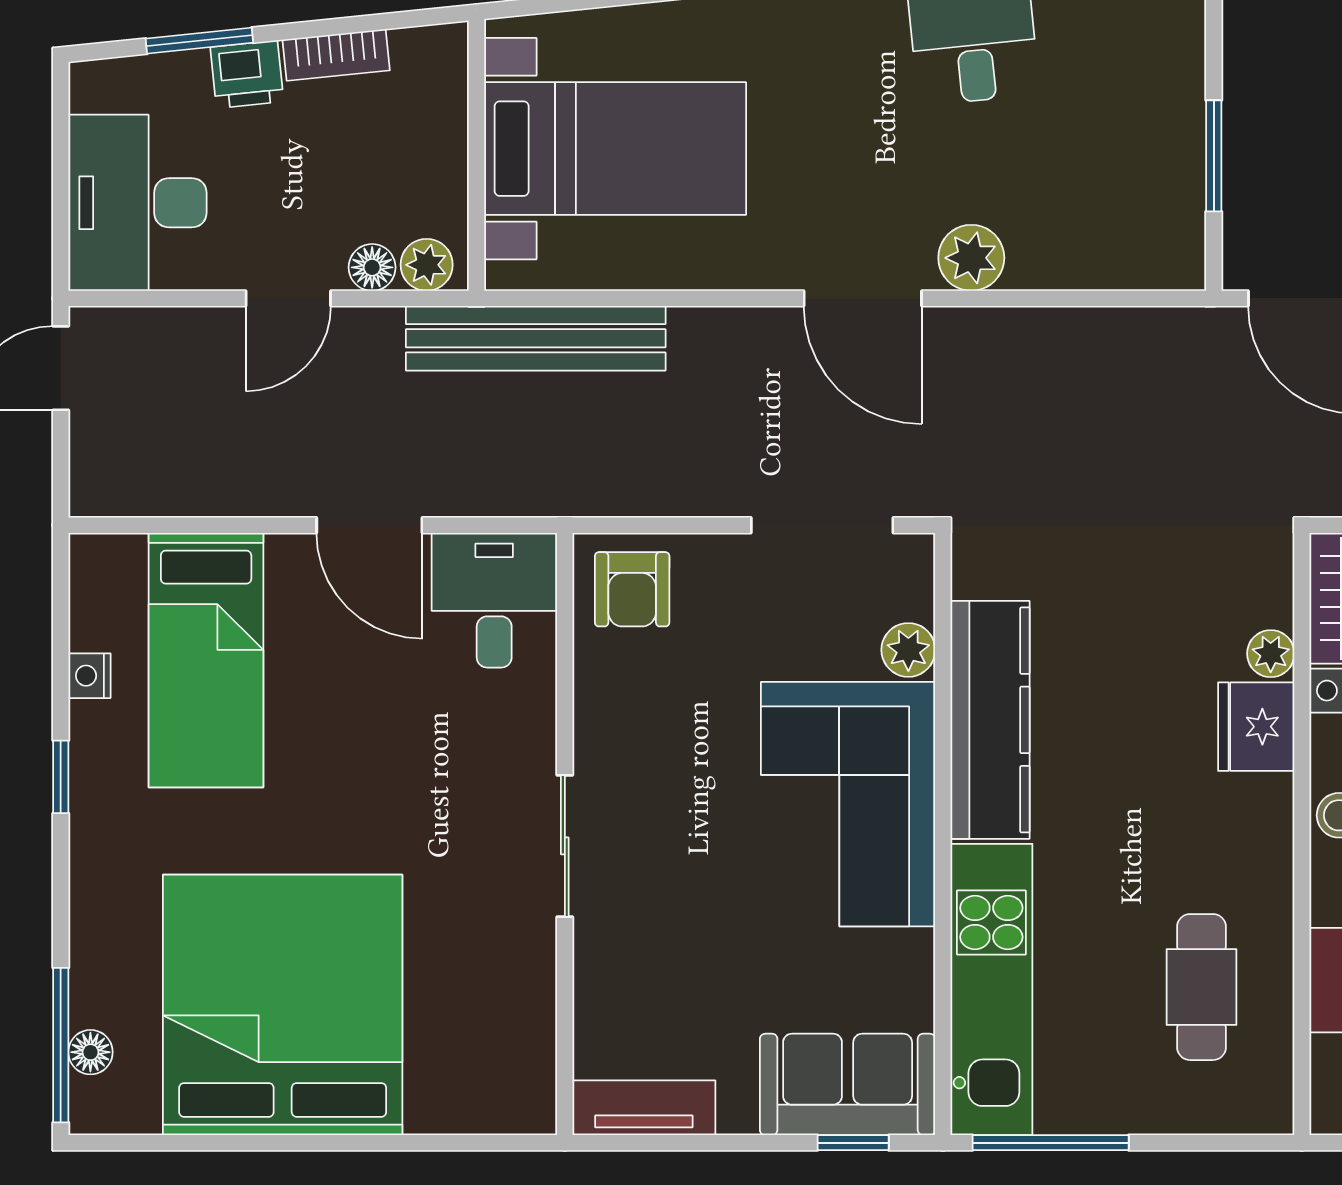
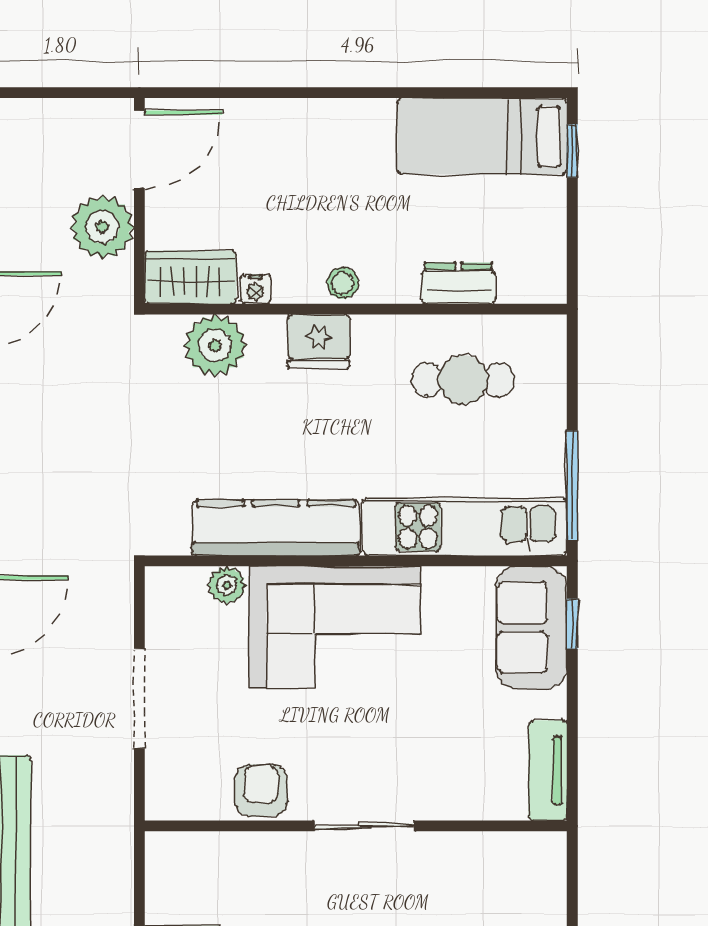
doorway: (822, 525) -> (139, 698), moved
armchair: (632, 589) -> (261, 790), moved, turned -90
desk: (494, 600) -> (192, 875), removed
plant: (1271, 654) -> (215, 345), width x1.87, depth x1.87
fridge: (1256, 727) -> (319, 341), moved

